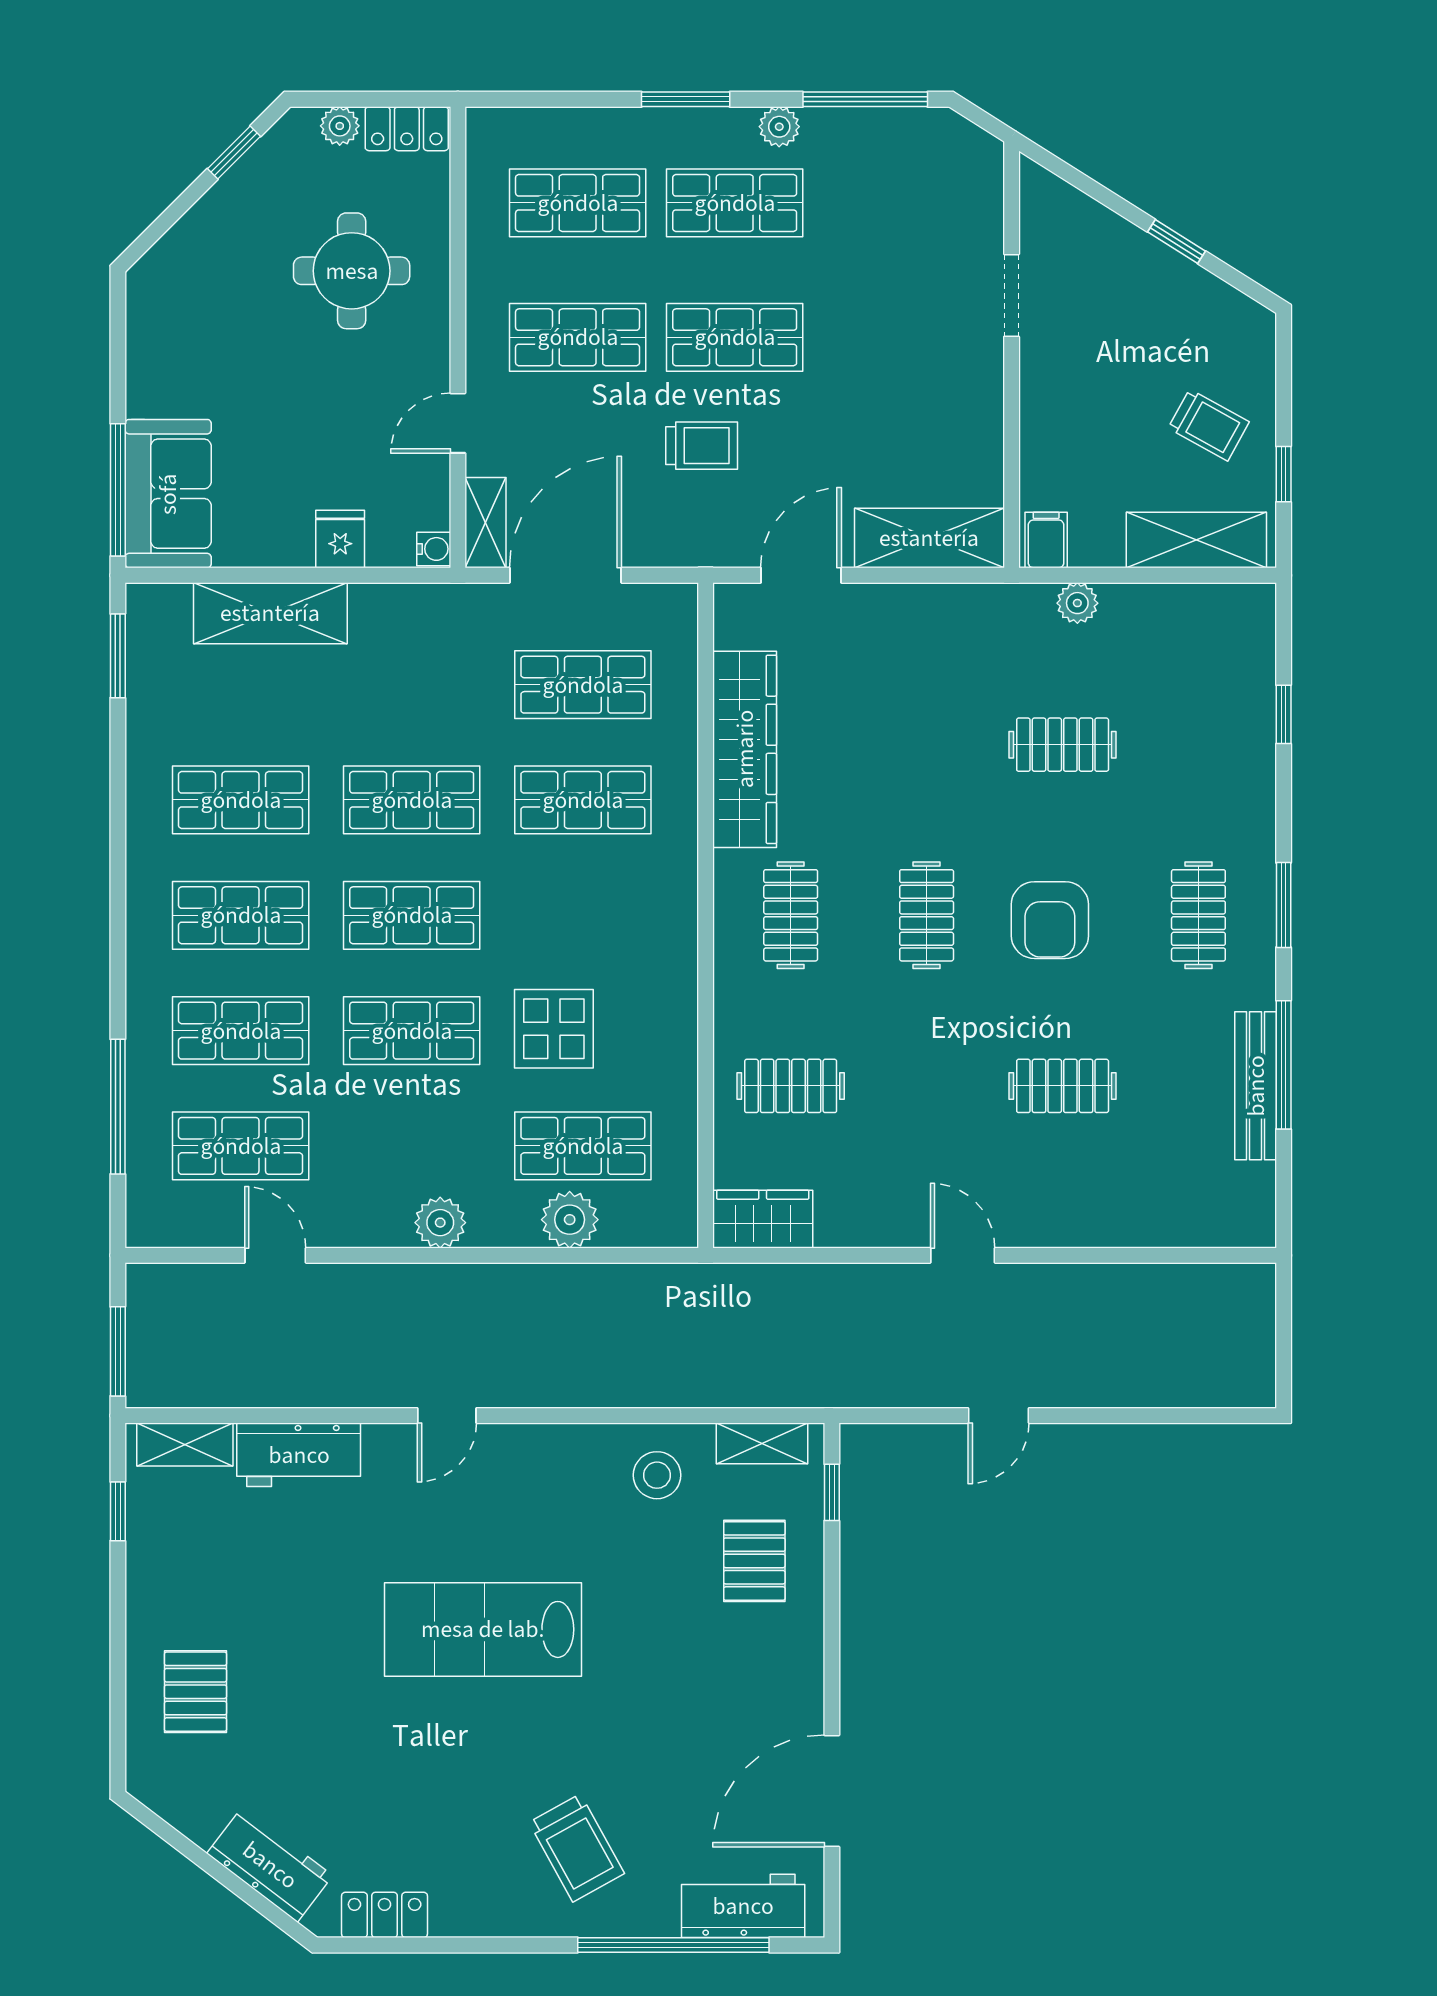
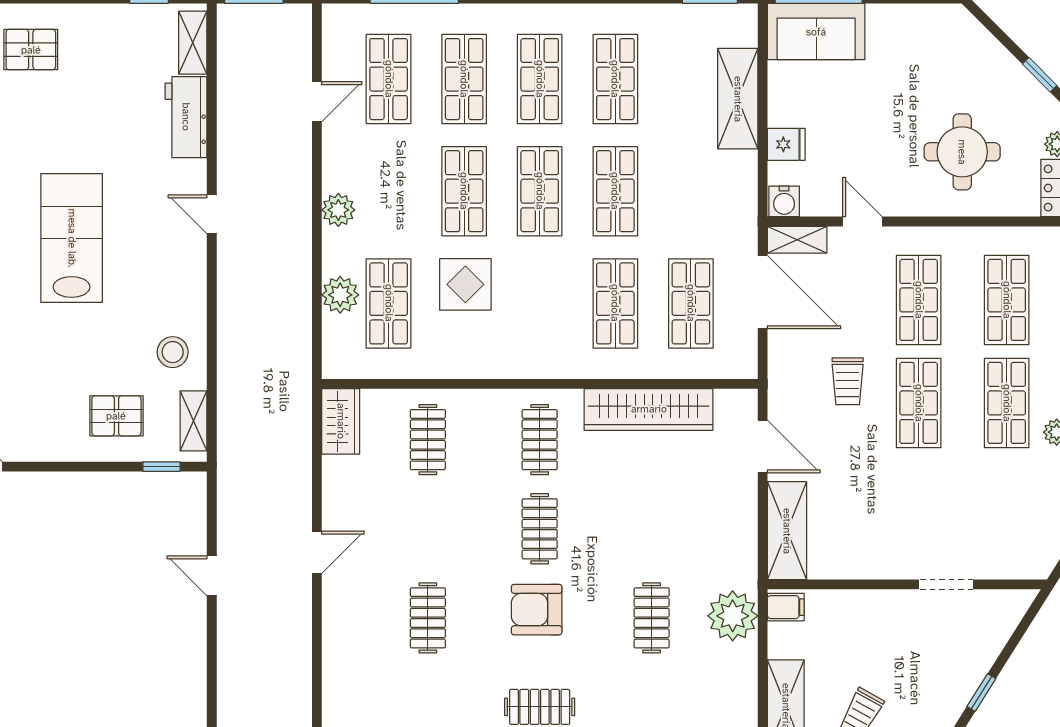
water cooler: (434, 549) -> (784, 201), width x1.38, depth x1.38
plant: (1077, 603) -> (733, 616), width x1.87, depth x1.87
clothes rail: (791, 915) -> (540, 440), turned 90
clothes rail: (927, 915) -> (540, 529), turned 90

